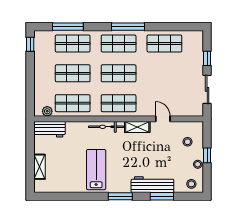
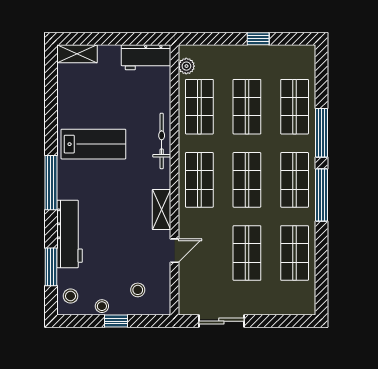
window: (68, 27) -> (321, 133), moved
window: (30, 44) -> (258, 39), moved
window: (207, 58) -> (271, 321), removed
shop shelf: (164, 73) -> (247, 253), added
bicycle: (106, 127) -> (162, 141), moved
workbench: (50, 129) -> (146, 57), moved, turned -90
shelving: (39, 167) -> (77, 54), moved
window: (120, 196) -> (51, 183), width x1.44
window: (162, 196) -> (51, 267), moved

